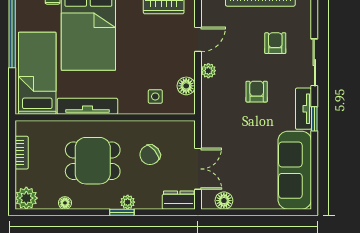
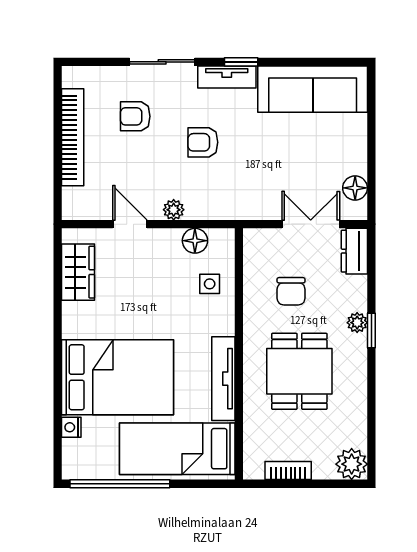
chair: (150, 155) -> (291, 291), turned 40
floor lamp: (65, 203) -> (358, 410), removed

